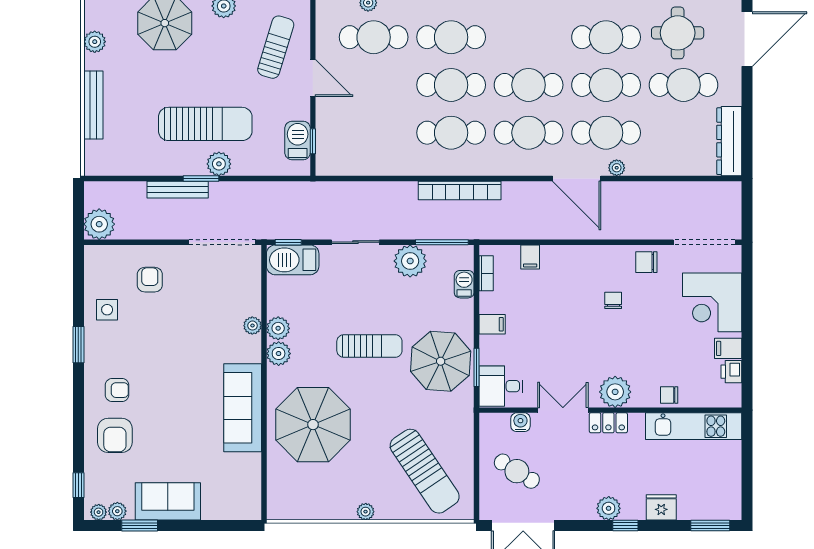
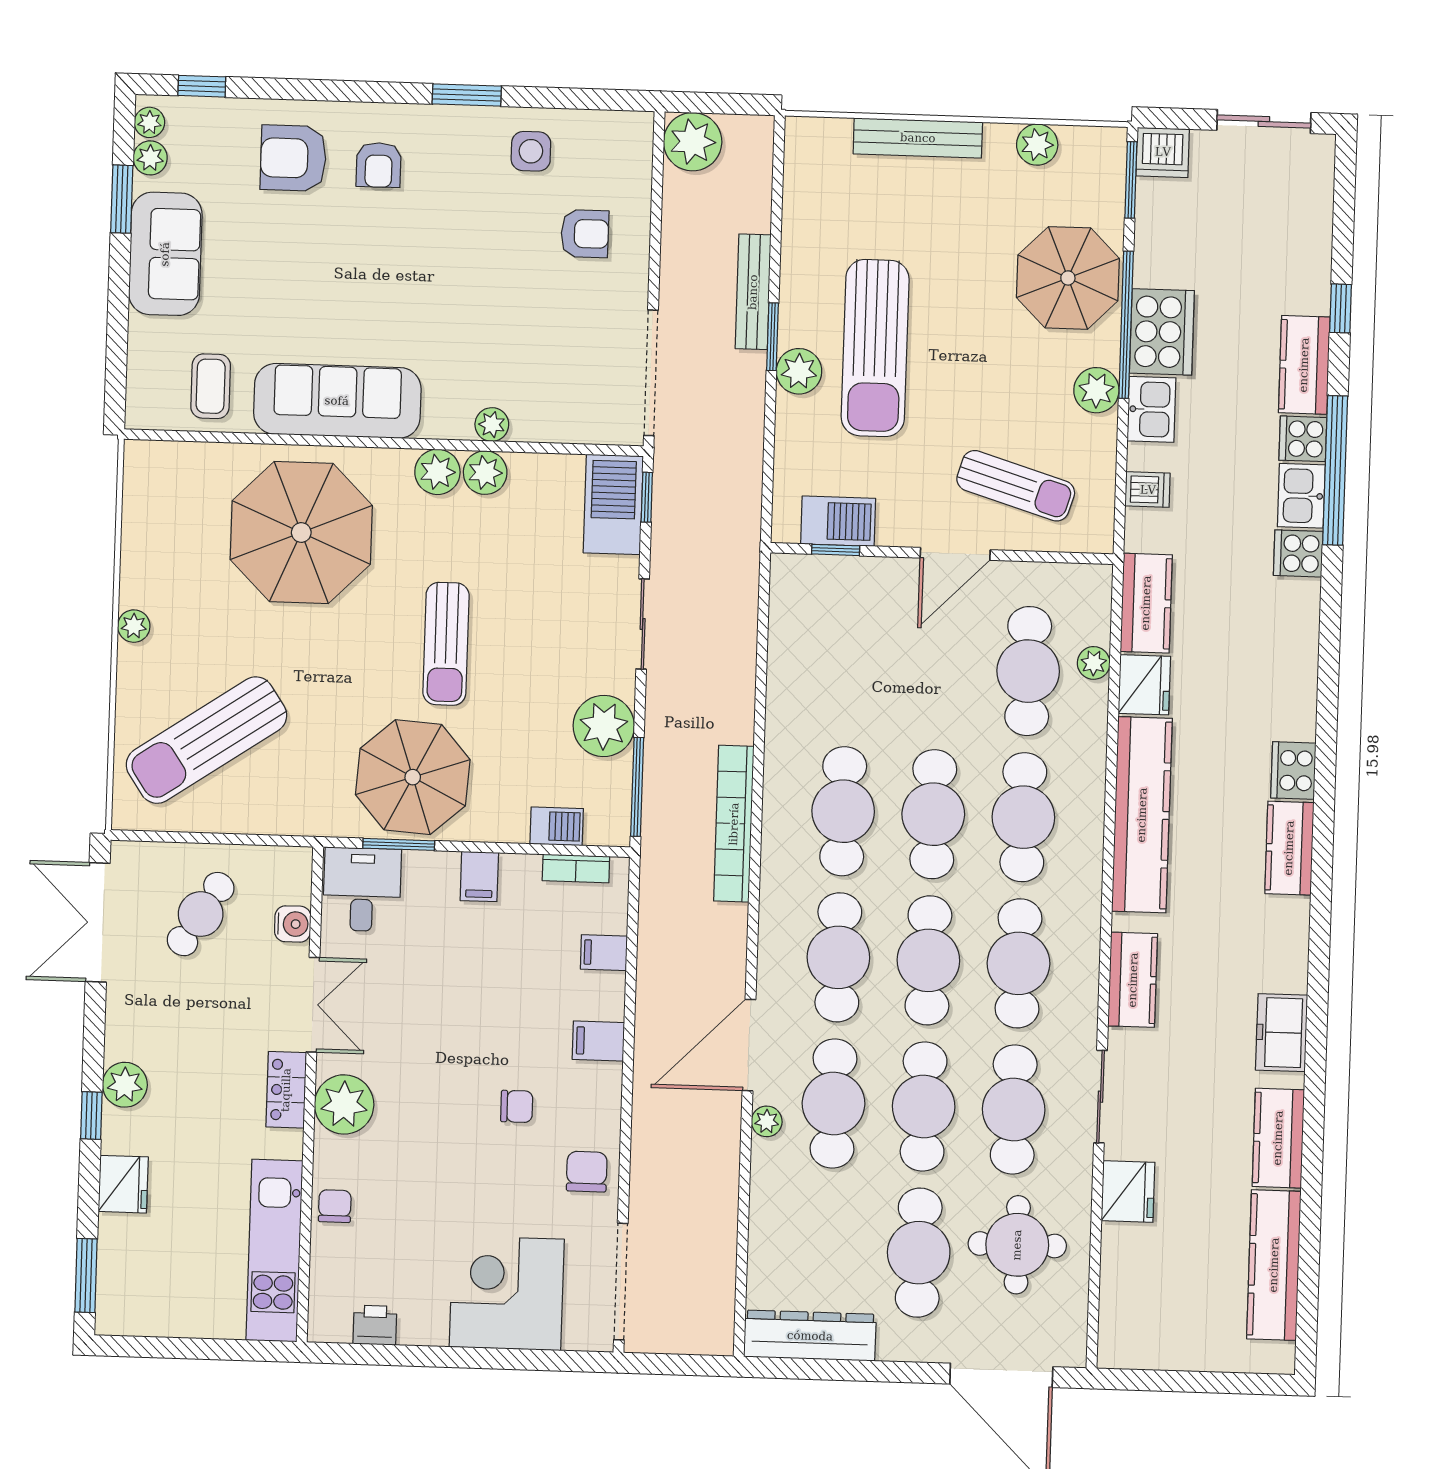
cafe table: (529, 37) -> (1018, 963), added
filing cabinet: (728, 348) -> (598, 1041), moved, turned -90
coffee table: (237, 475) -> (211, 386), added

